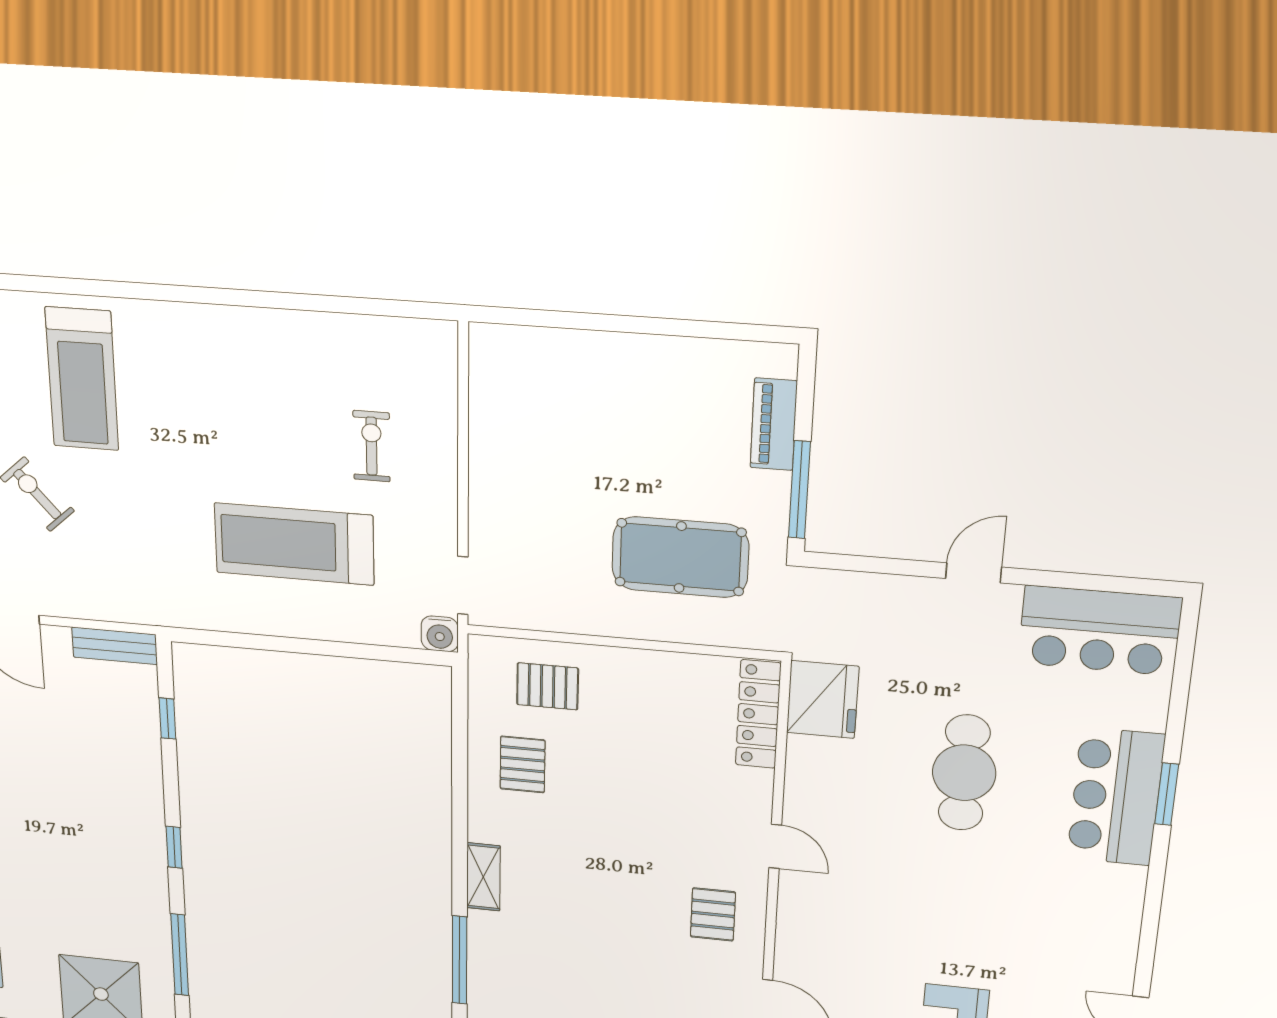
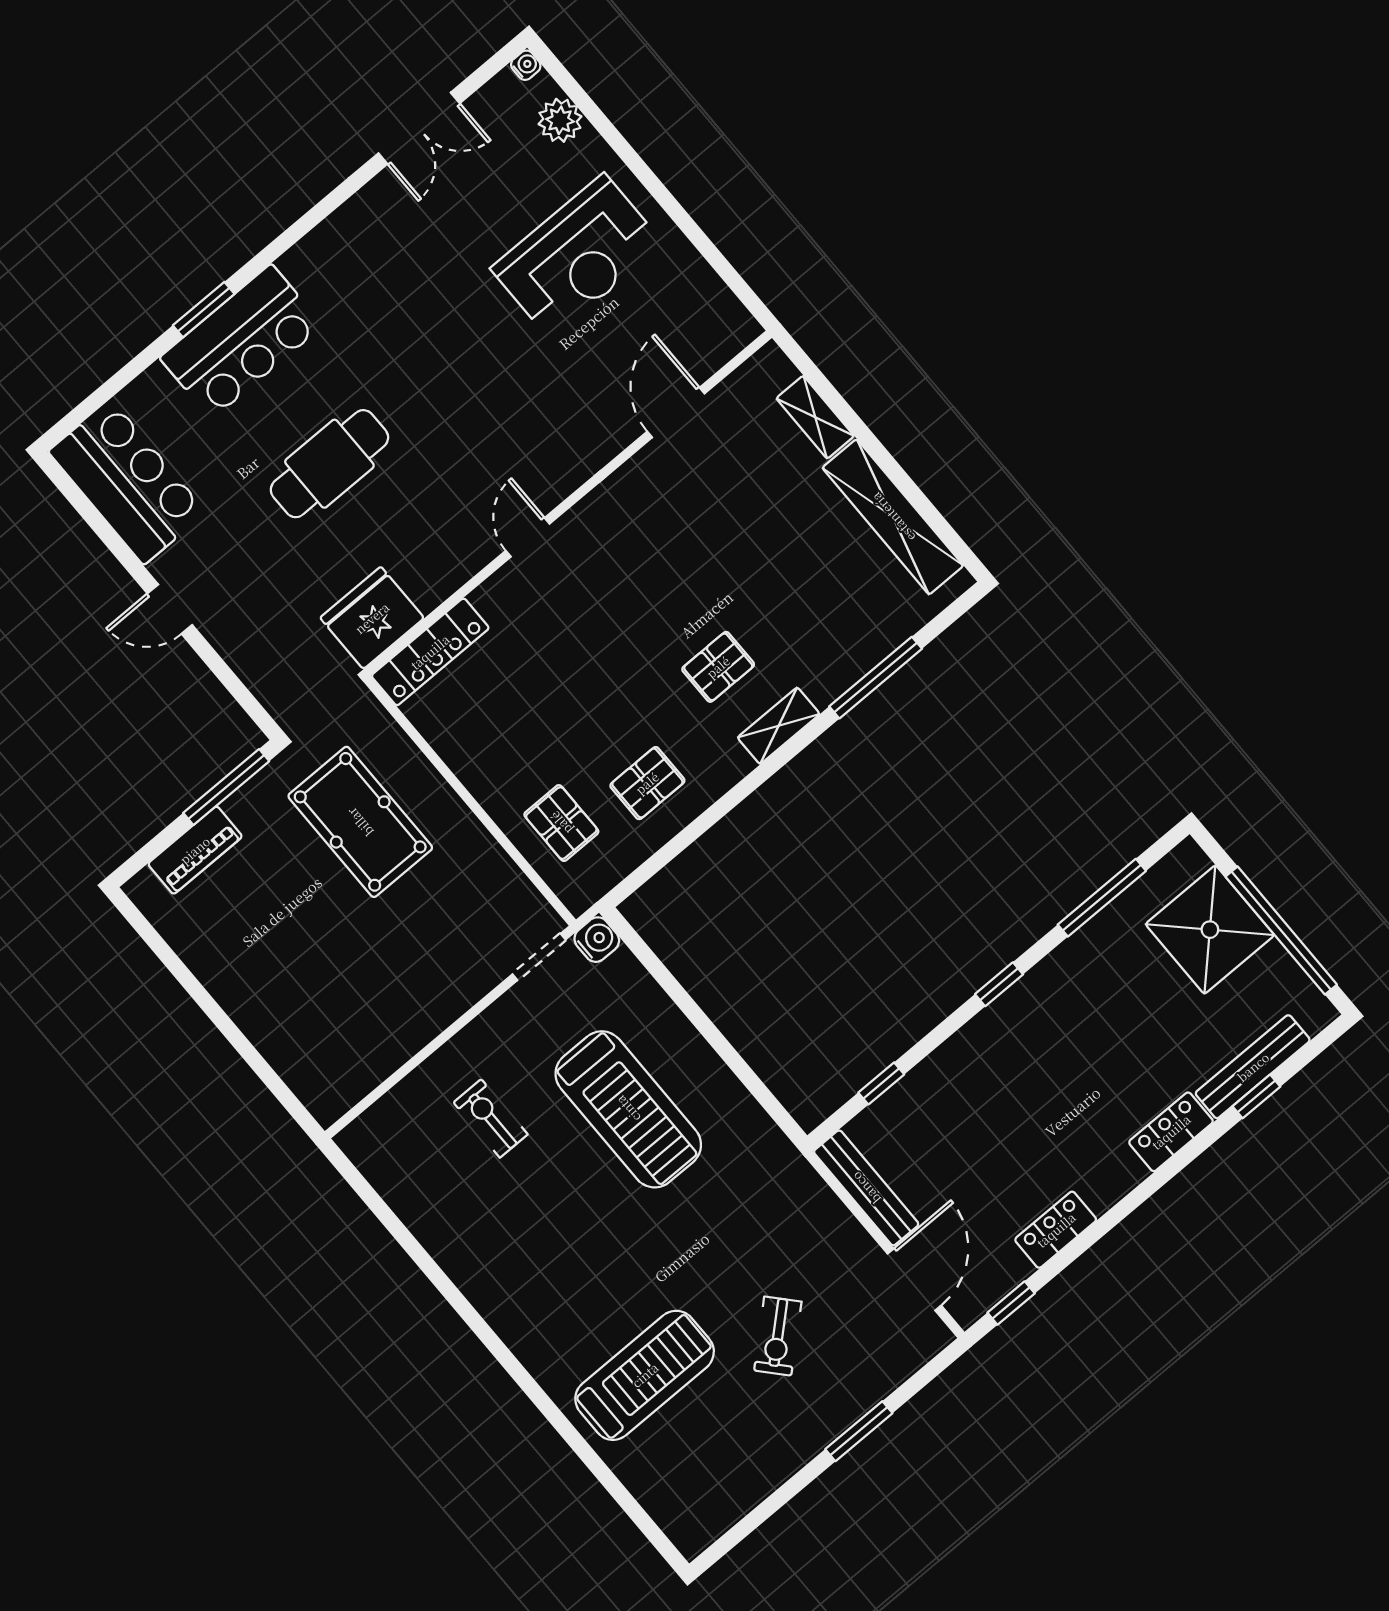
exercise bike: (372, 446) -> (490, 1118), turned 90
bench: (115, 646) -> (866, 1188), width x1.36
pallet: (713, 914) -> (718, 667), moved

